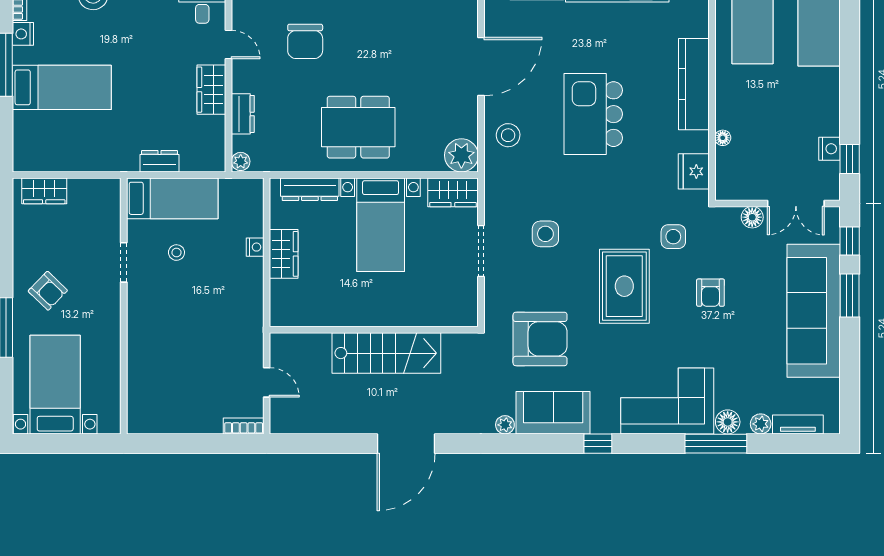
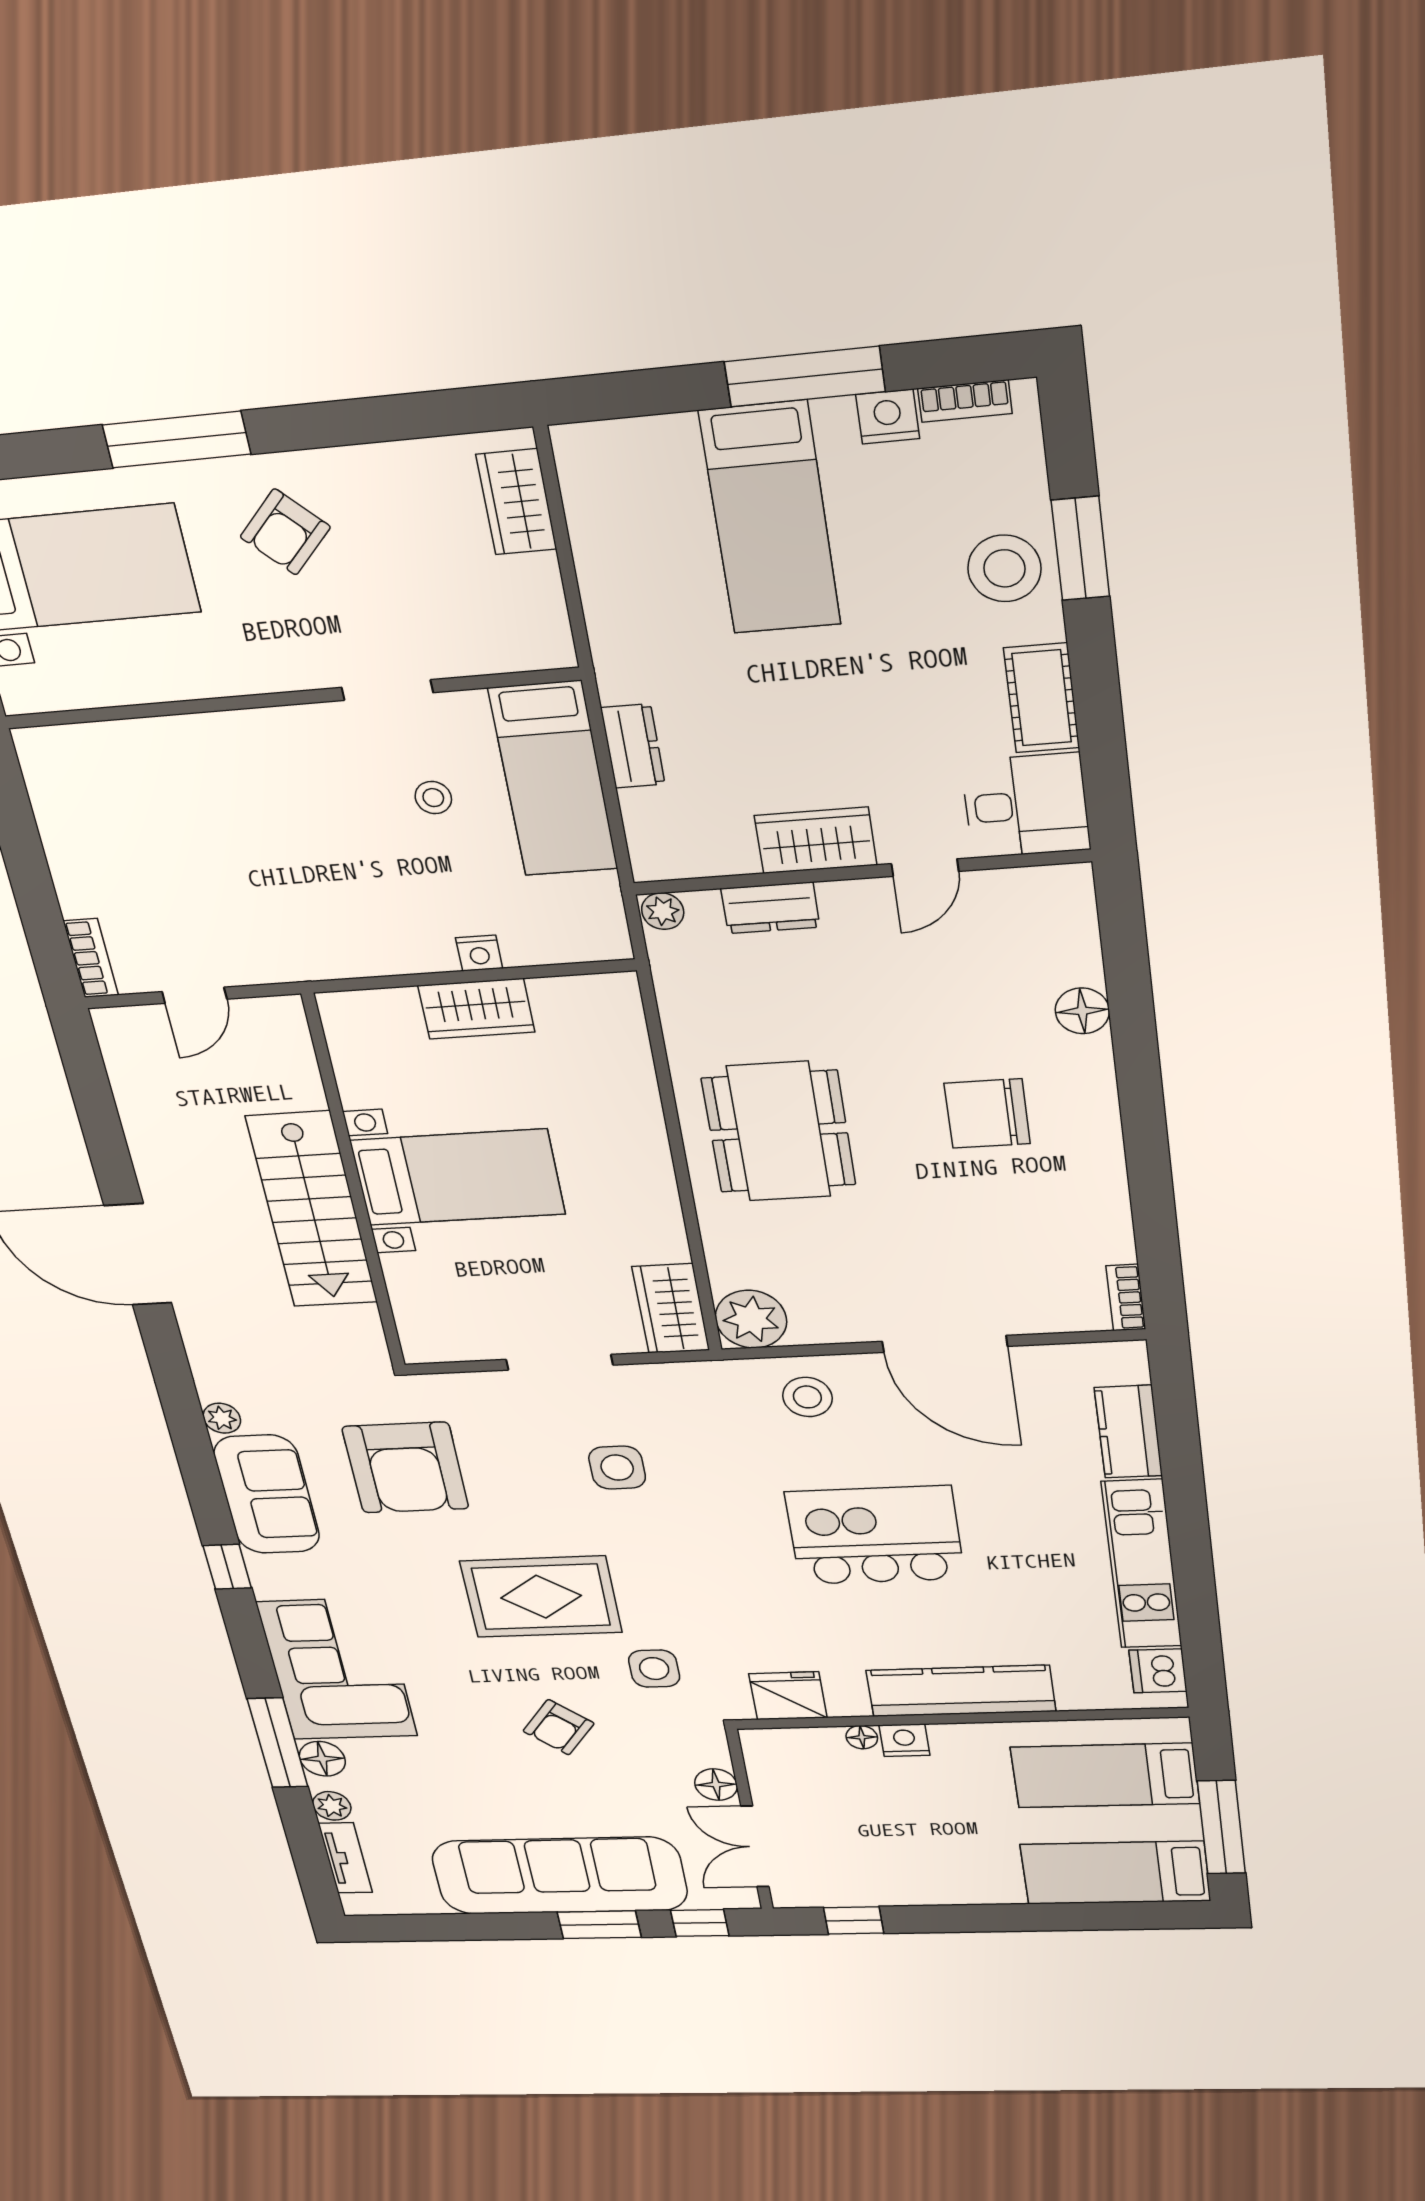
chair: (305, 41) -> (987, 1113), moved
nightstand: (829, 149) -> (904, 1740), moved, turned 180
dresser: (310, 189) -> (627, 1049), removed
bed with nightstands: (381, 225) -> (458, 1177), moved, turned 180
armchair: (710, 293) -> (559, 1727), turned -51

